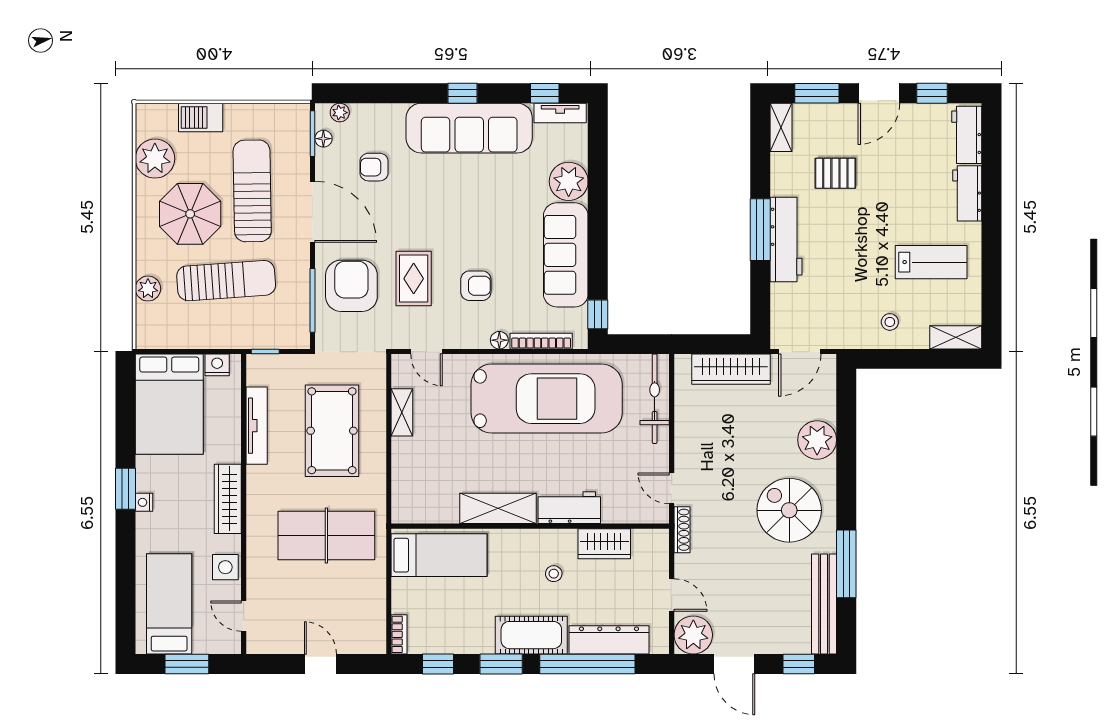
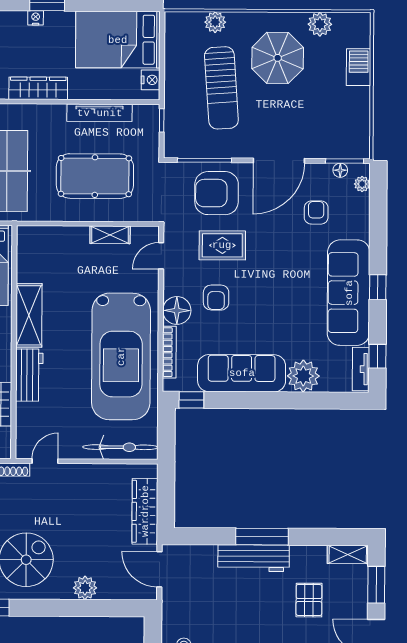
plant: (155, 159) -> (320, 24), width x0.73, depth x0.73
sun lounger: (252, 191) -> (297, 110), removed
armchair: (351, 286) -> (217, 193), turned 180
floor lamp: (499, 340) -> (177, 310), width x1.89, depth x1.89
plant: (817, 440) -> (85, 588), width x0.73, depth x0.73

